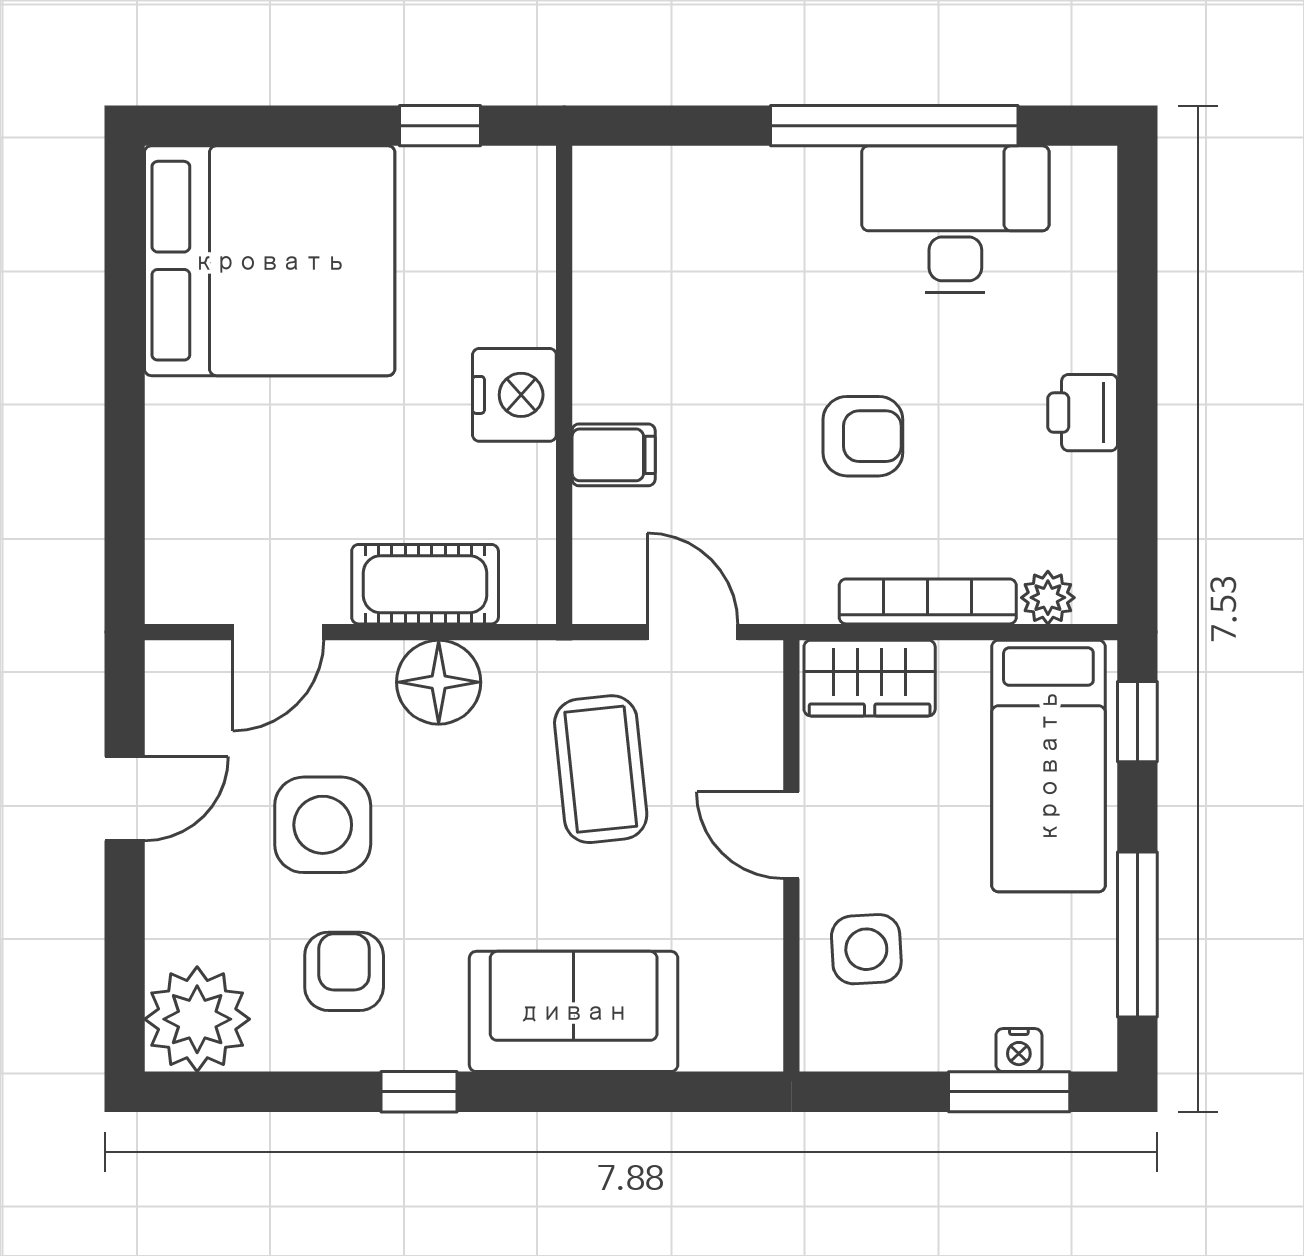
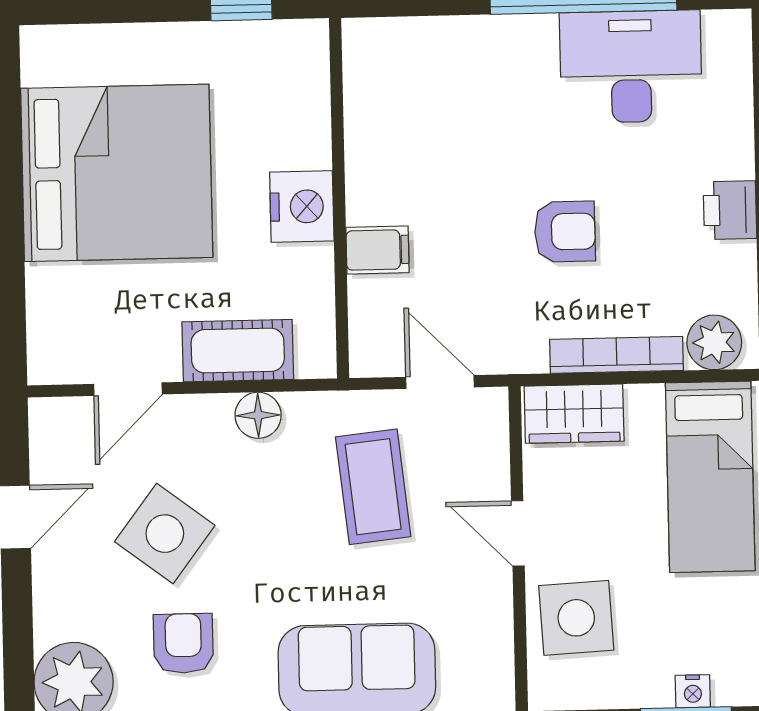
bed: (270, 261) -> (117, 173), moved
plant: (1048, 598) -> (714, 342), width x1.38, depth x1.38
floor lamp: (439, 682) -> (258, 415), width x0.73, depth x0.73
side table: (323, 825) -> (165, 534), turned 37
side table: (866, 949) -> (576, 618), width x1.37, depth x1.37

